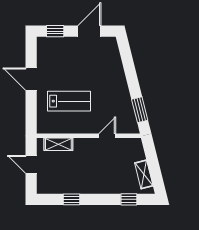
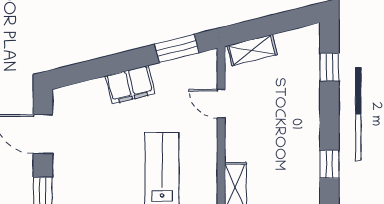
filing cabinet: (118, 82) -> (130, 85), added
shelving: (144, 174) -> (252, 50), moved

